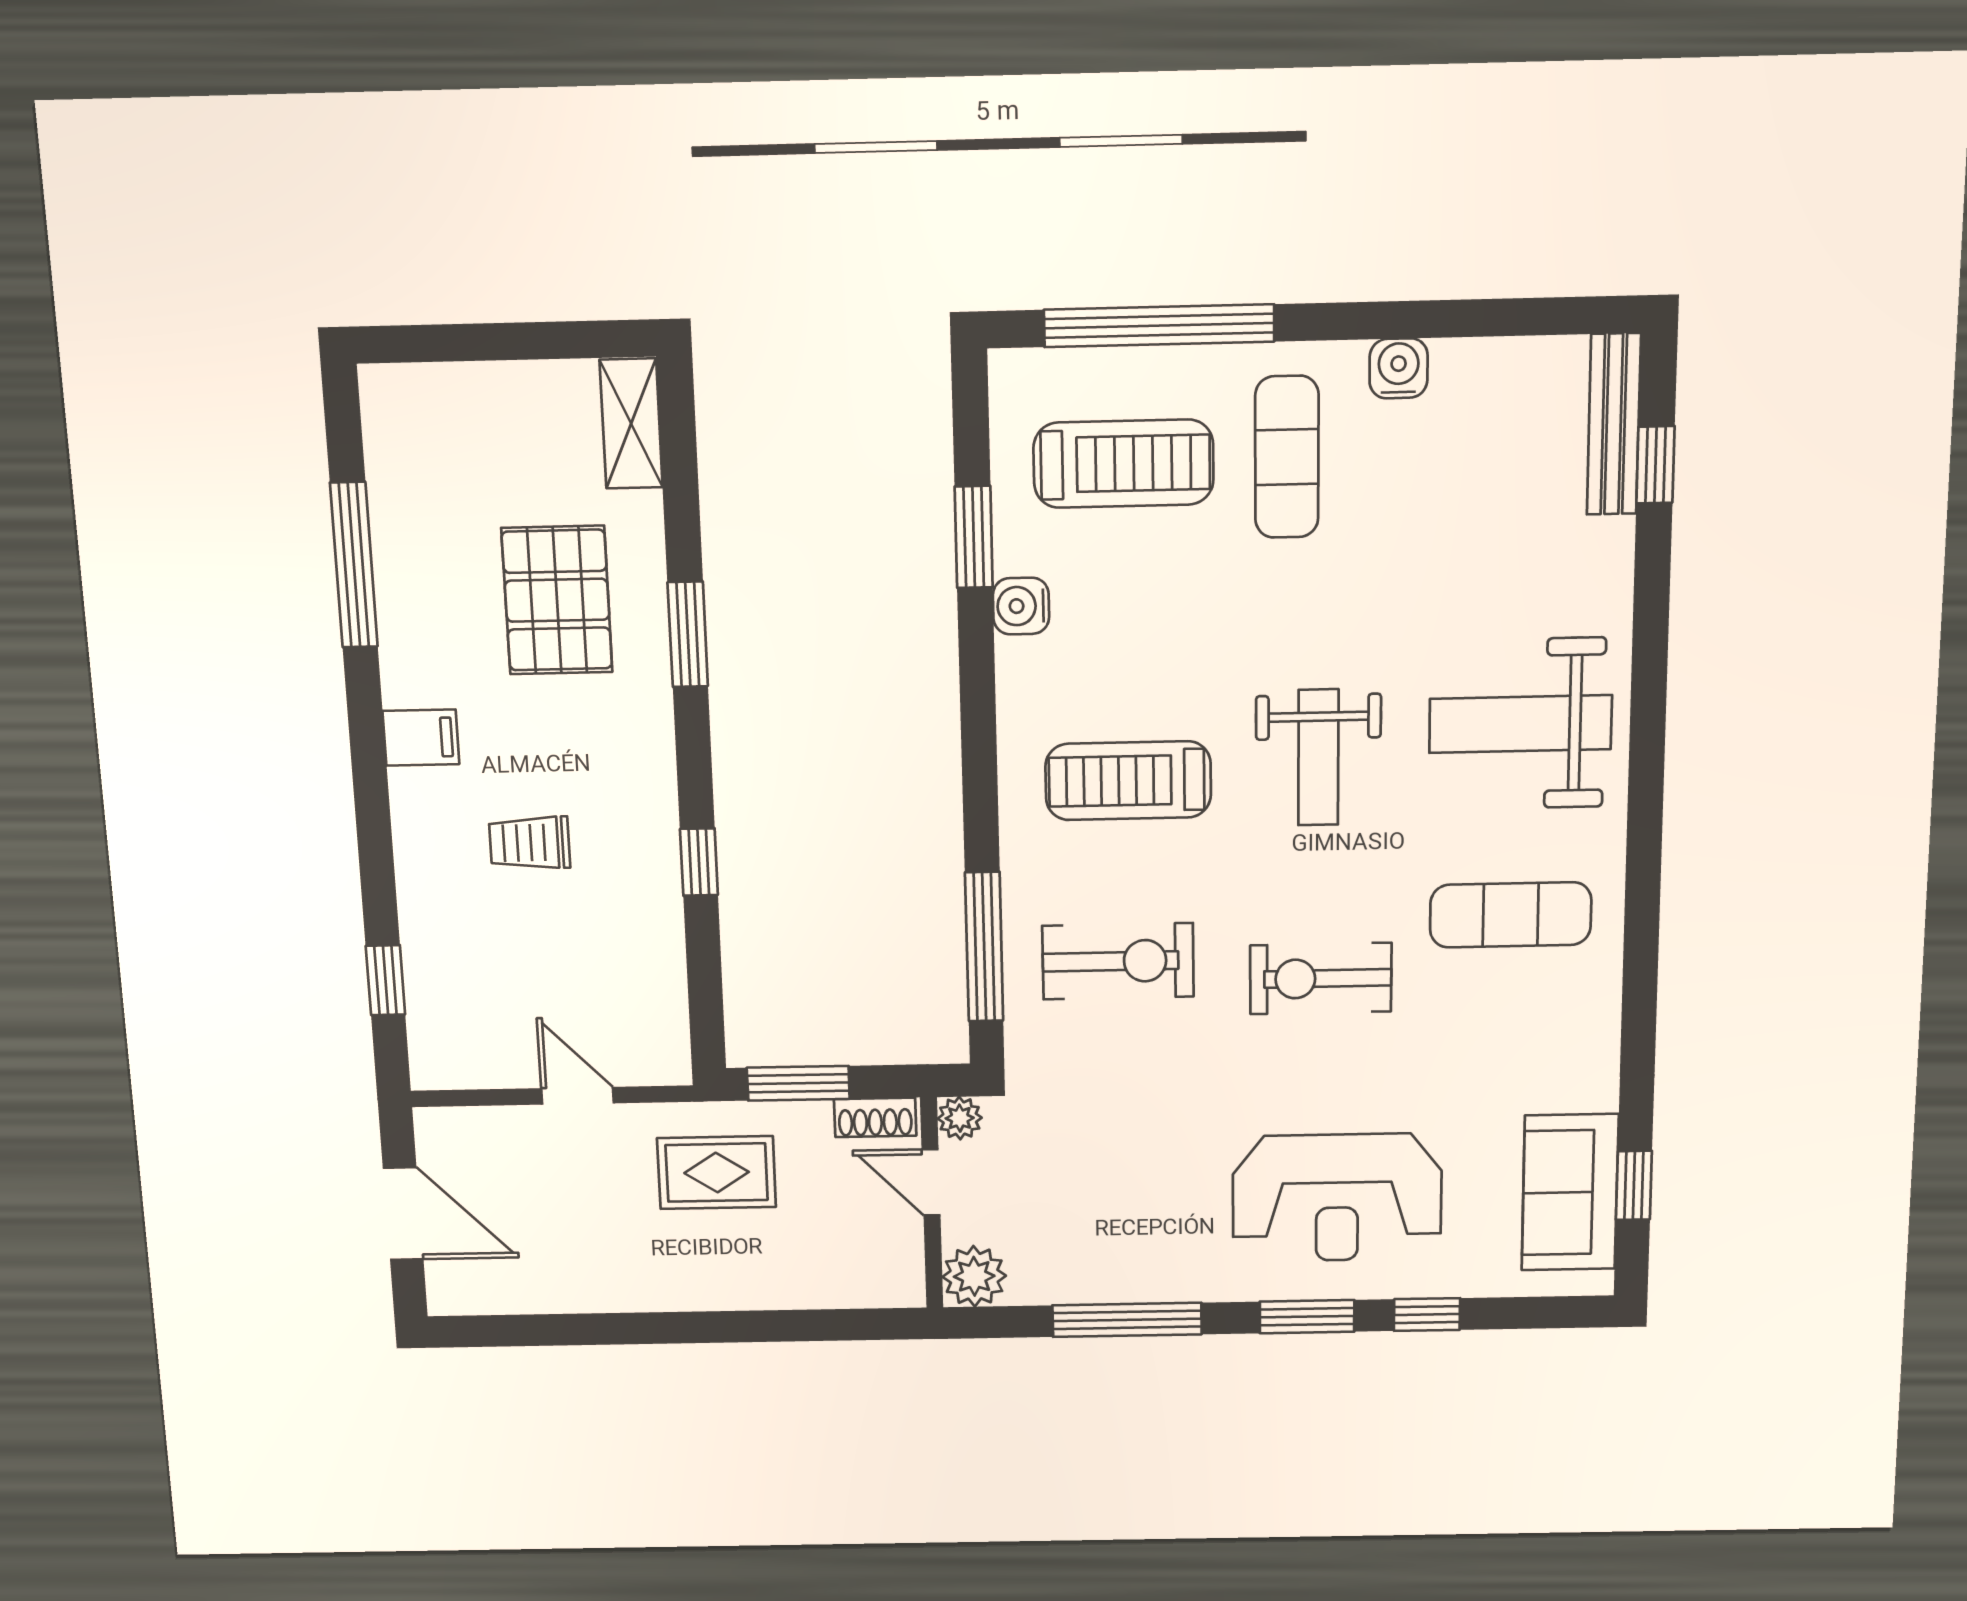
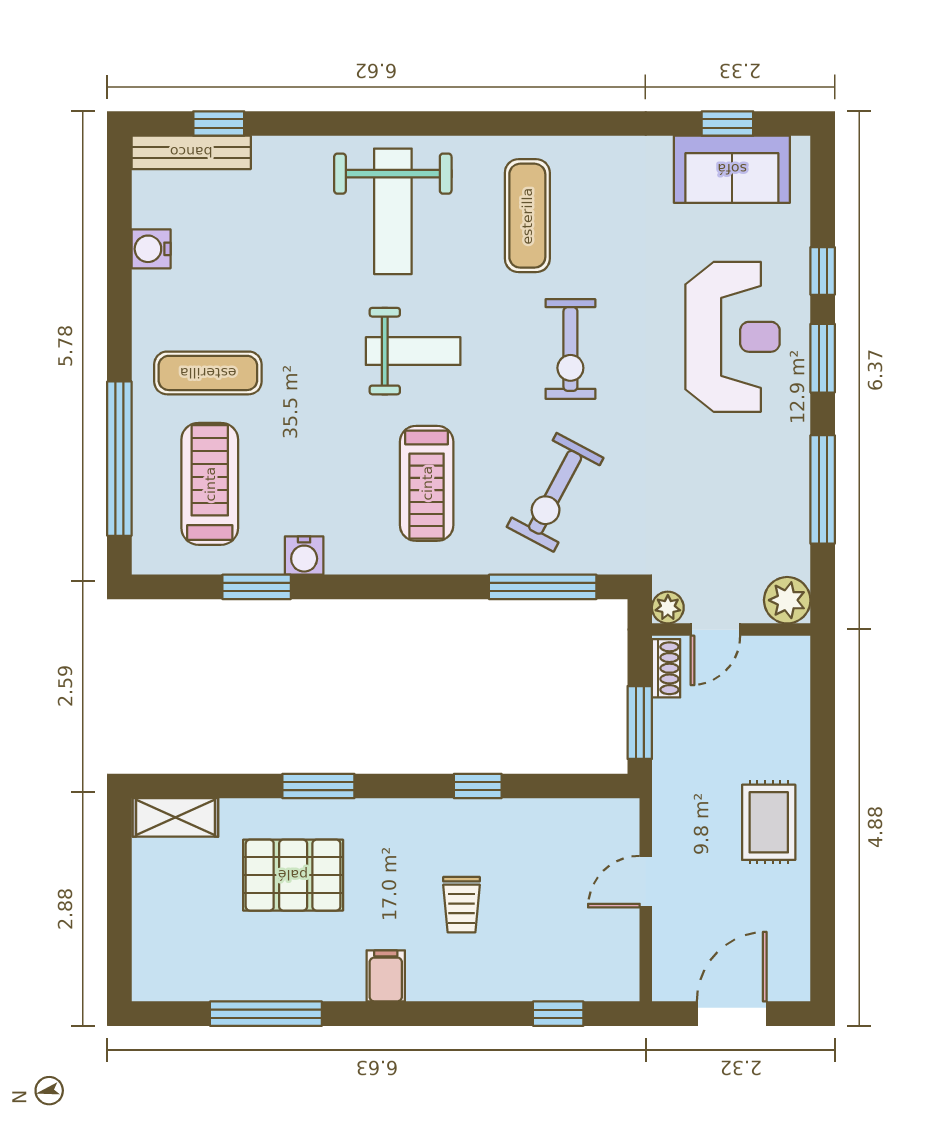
water cooler: (1399, 368) -> (151, 249), moved
exercise bike: (1118, 961) -> (555, 492), turned -152
rug: (717, 1173) -> (769, 822), moved

